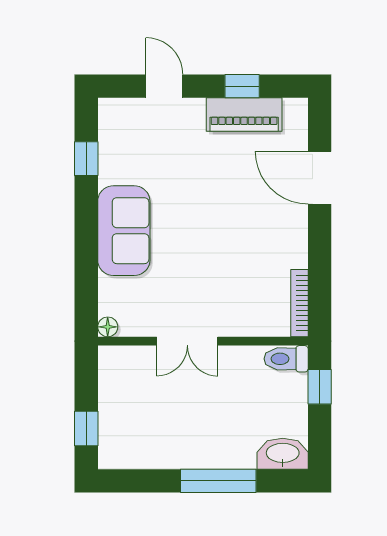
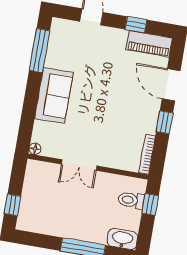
piano: (244, 115) -> (149, 44), moved
window: (86, 159) -> (40, 51), width x2.17
window: (320, 243) -> (165, 122), added
toilet: (286, 359) -> (131, 200), moved

